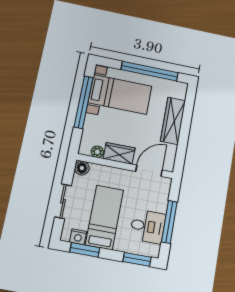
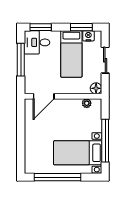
wardrobe: (173, 121) -> (31, 140), removed
wardrobe: (119, 153) -> (69, 105), removed
desk: (148, 226) -> (37, 42), moved

